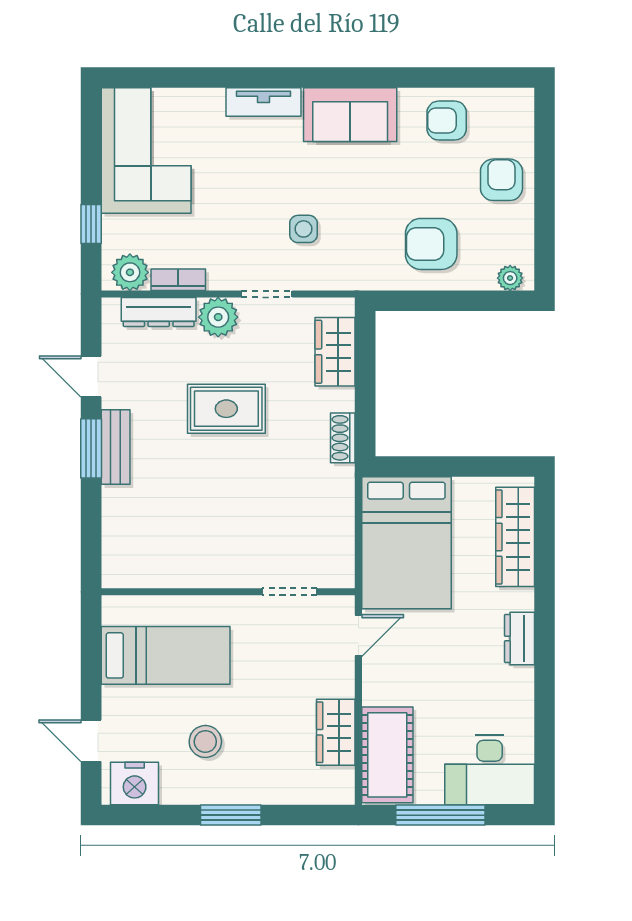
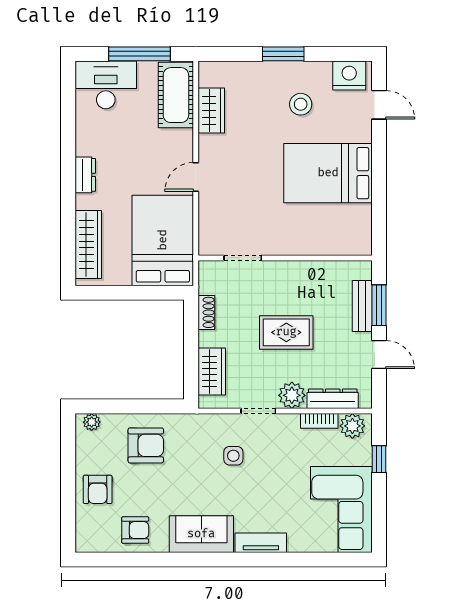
wall: (228, 592) -> (285, 258), moved
doorway: (290, 592) -> (243, 258), moved
bed: (166, 655) -> (328, 173), width x1.50

